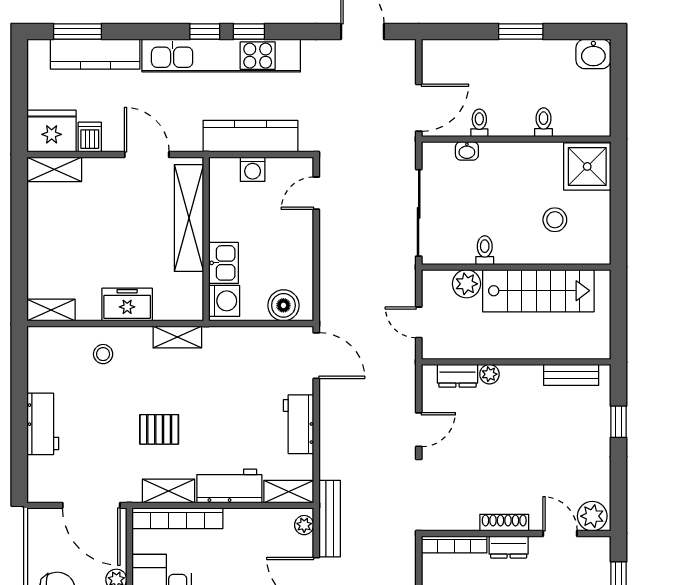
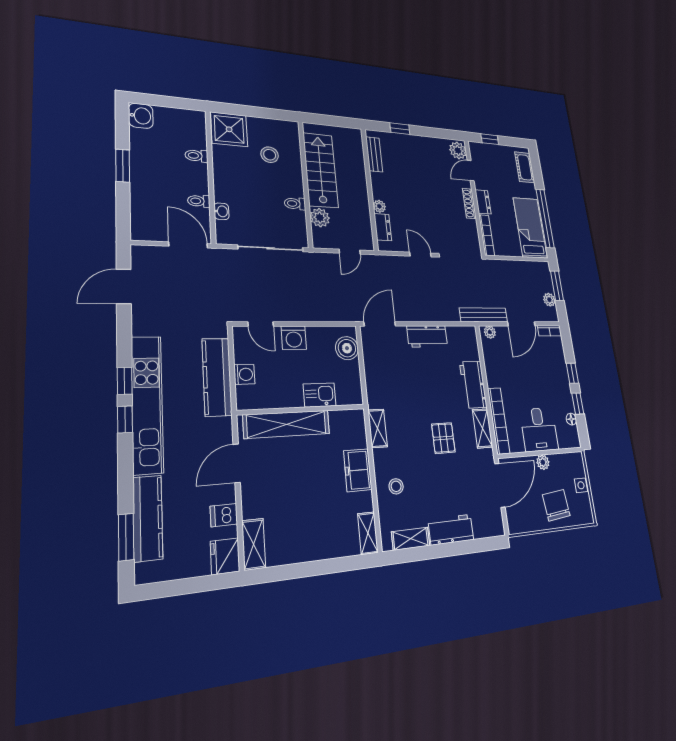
fridge: (52, 131) -> (225, 556), width x0.73, depth x0.75
washing machine: (224, 301) -> (294, 338), moved, turned 180
shelving: (289, 492) -> (411, 539), moved, turned 90

